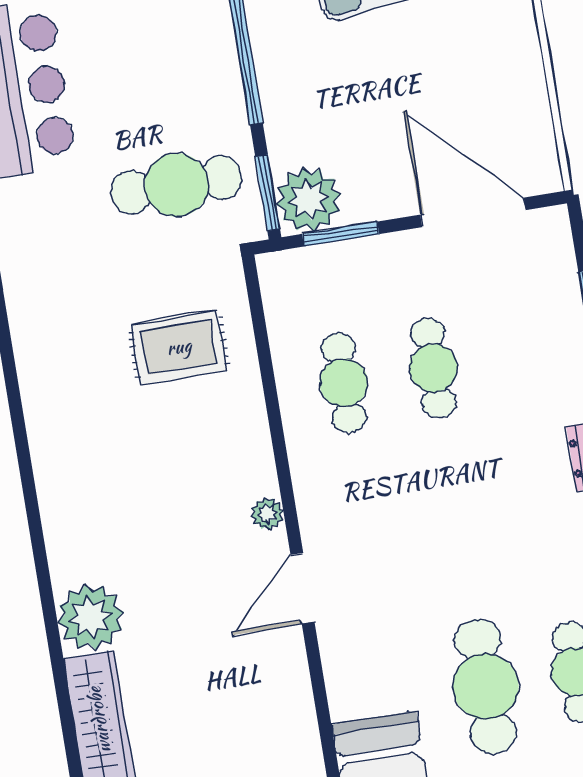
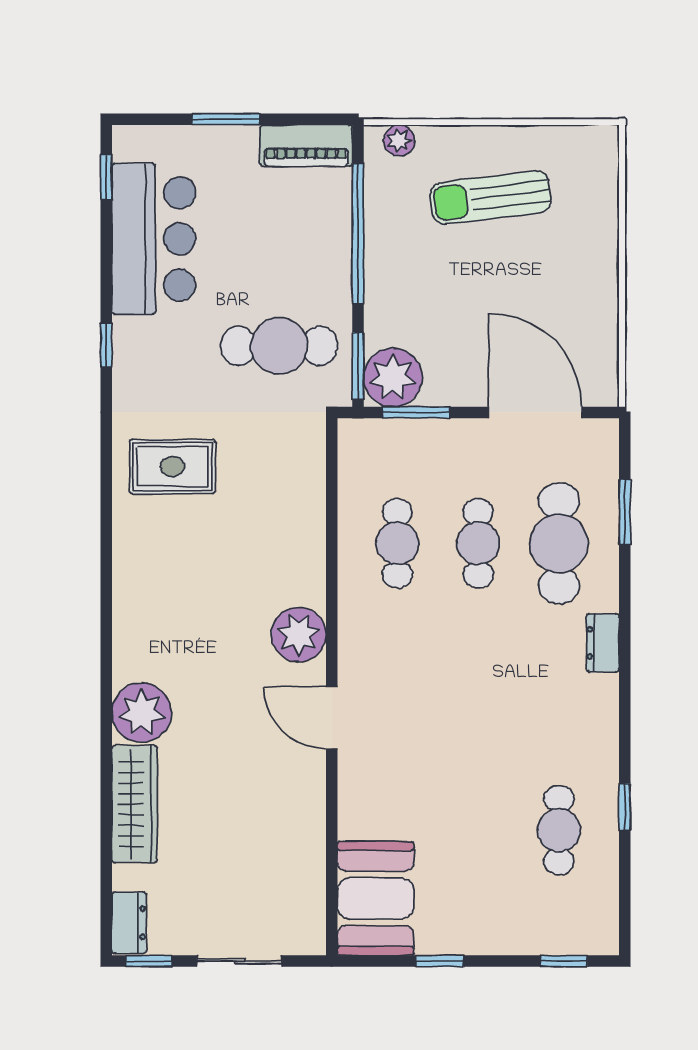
rug: (179, 347) -> (172, 467), moved
plant: (267, 514) -> (299, 635), width x1.88, depth x1.88
door: (302, 588) -> (332, 718), hinge flipped
cafe table: (486, 686) -> (559, 543), moved

